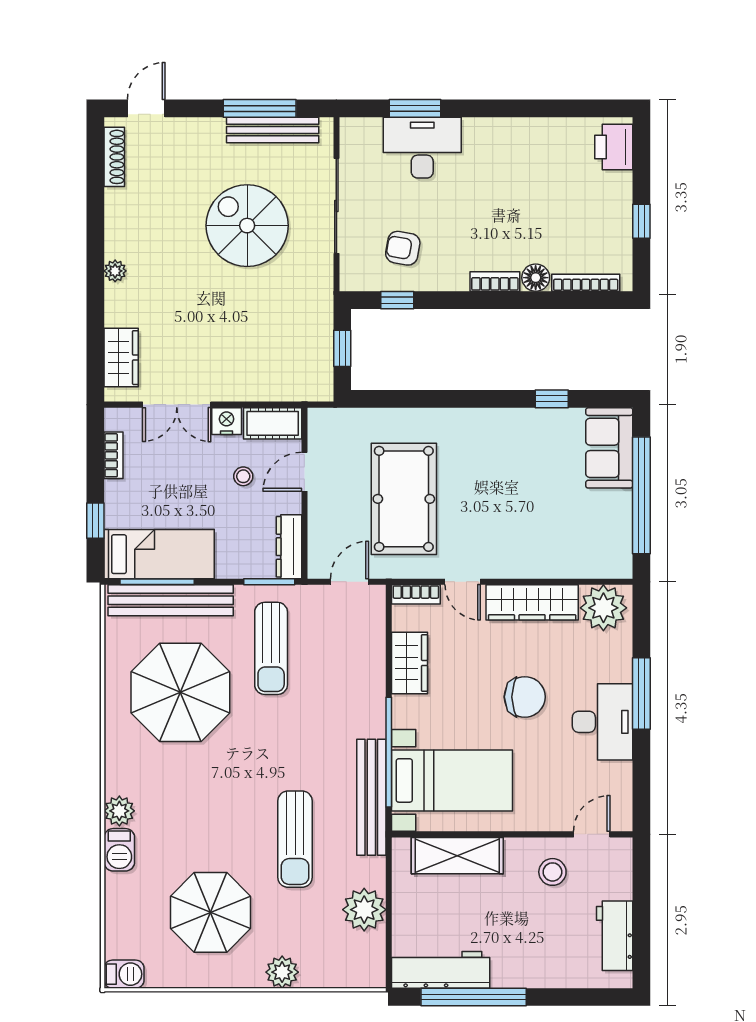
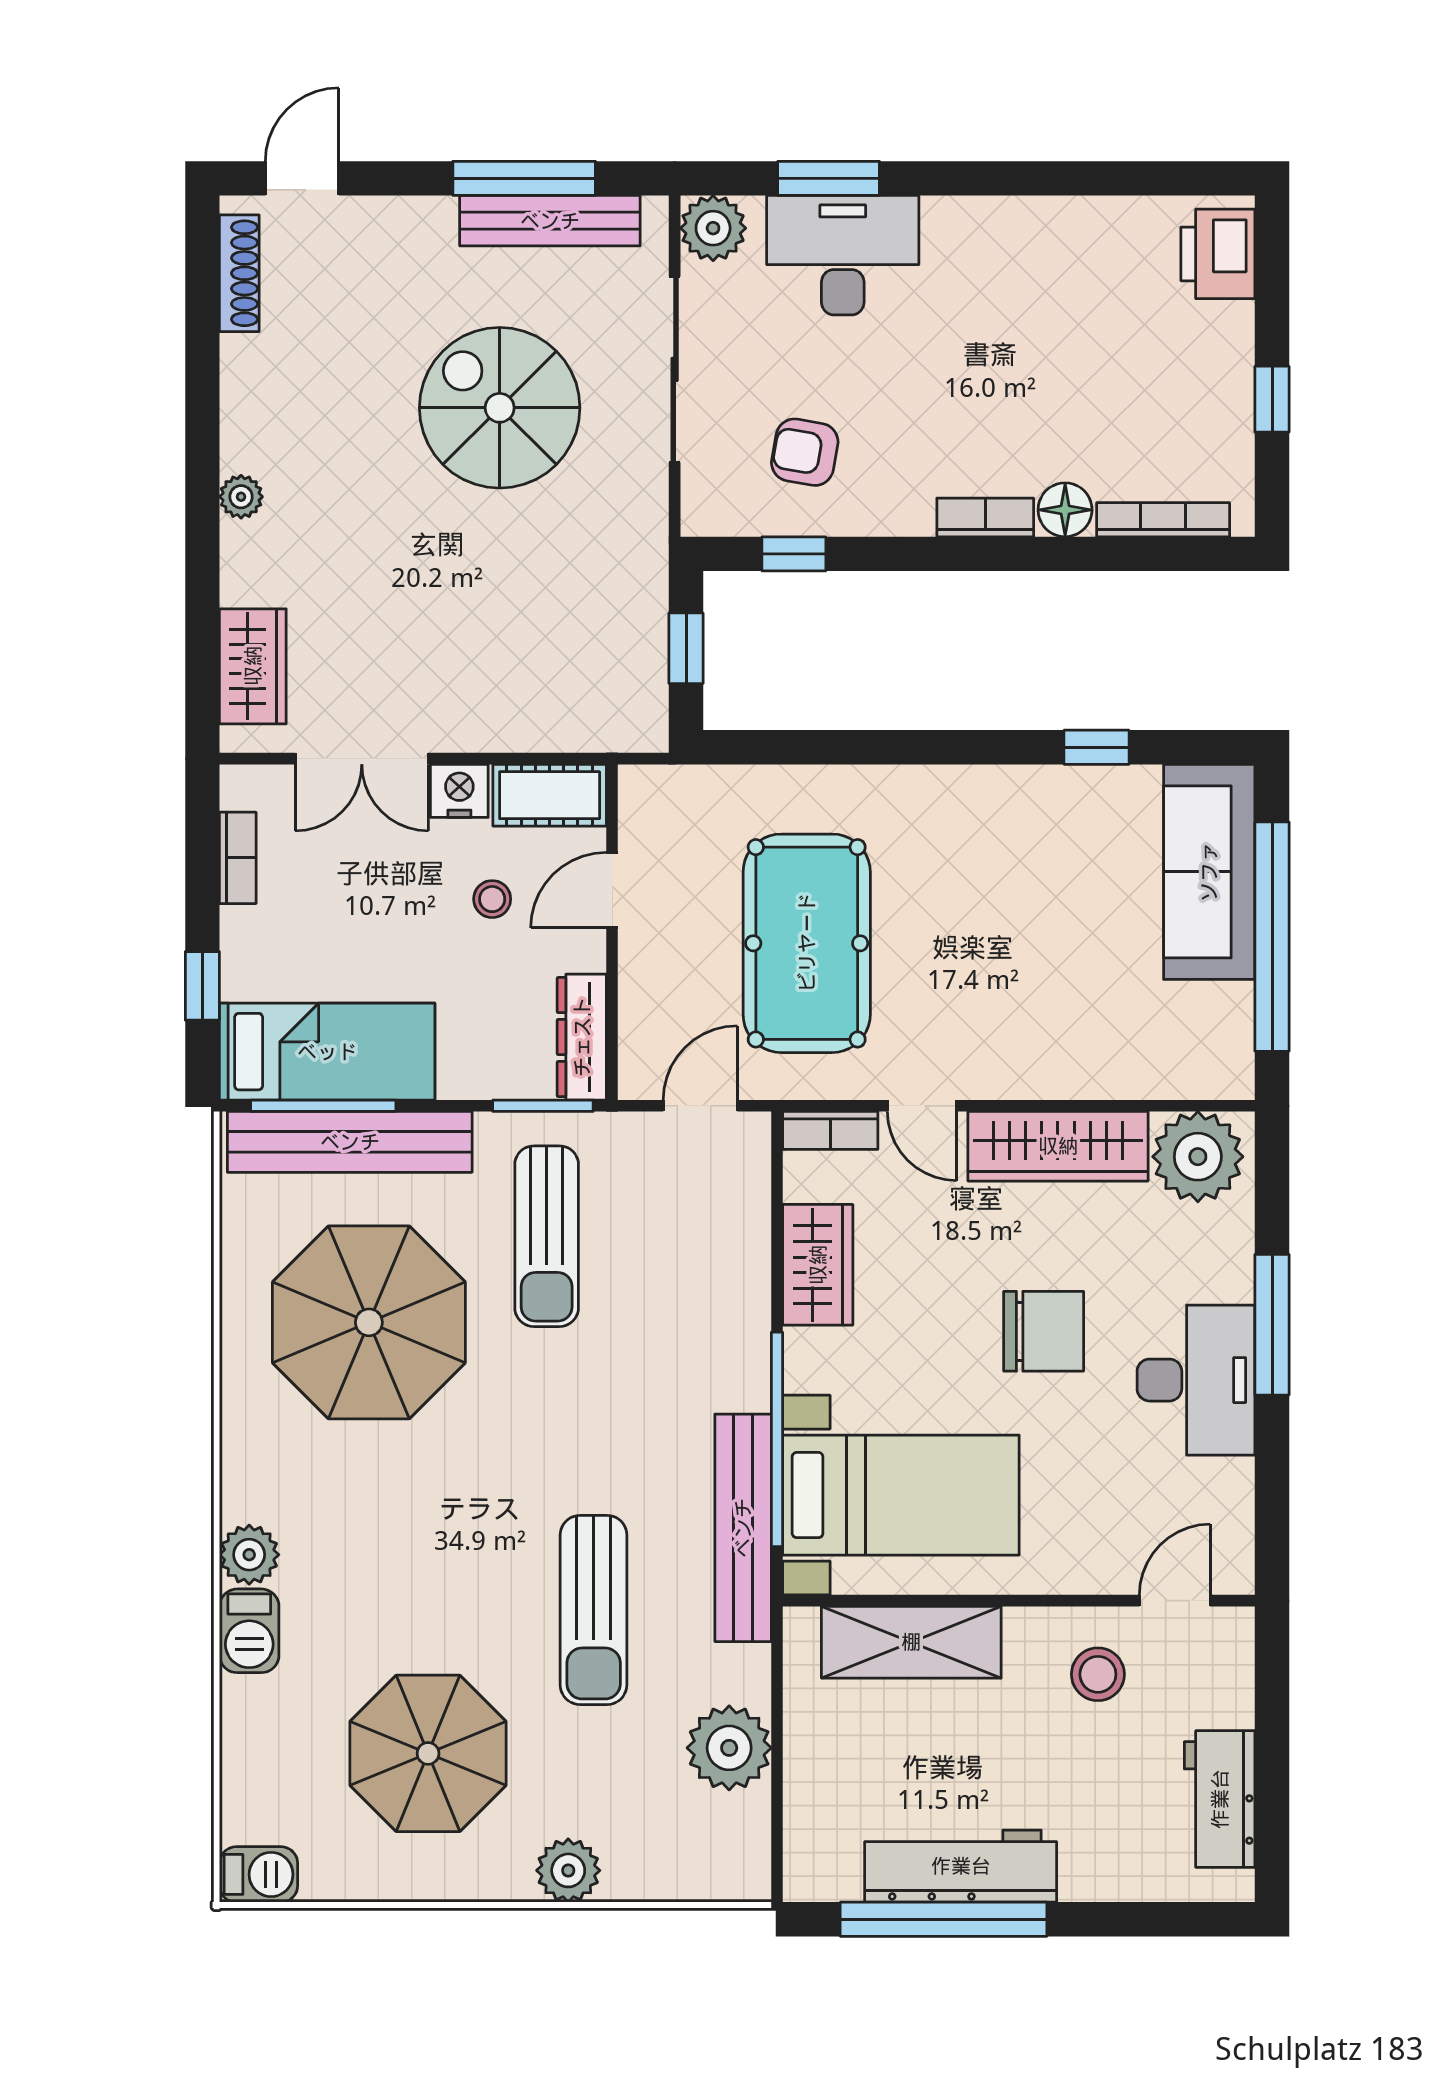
plant: (356, 134) -> (713, 228), added
sofa: (609, 448) -> (1209, 872), width x1.36
workbench: (441, 970) -> (961, 1866), moved

